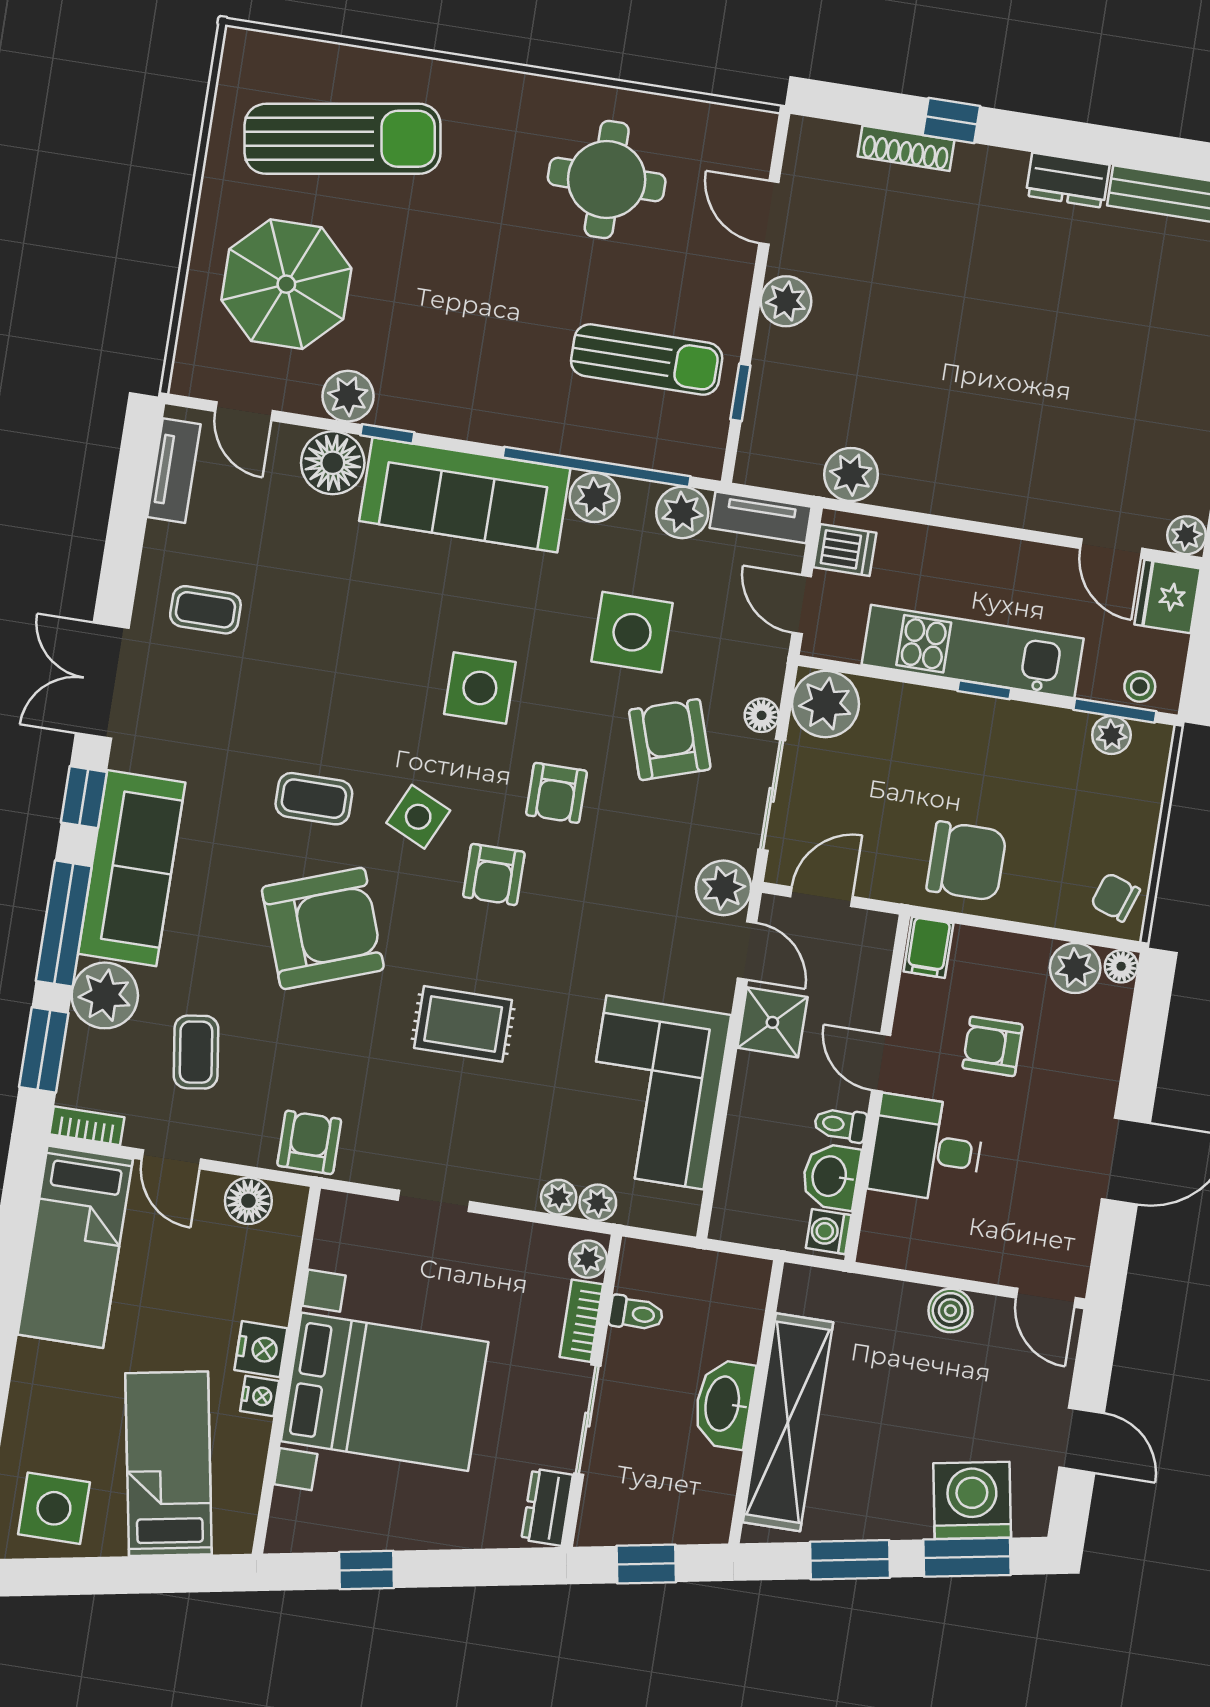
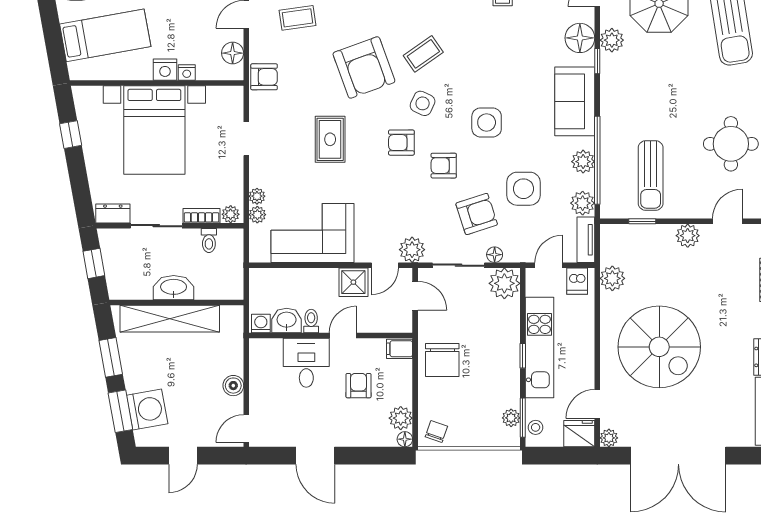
spiral stairs: (1011, 399) -> (659, 347), added
sofa: (465, 495) -> (575, 101), width x0.73
coffee table: (314, 799) -> (423, 54), turned 55
nightstand: (260, 1396) -> (187, 72), moved

